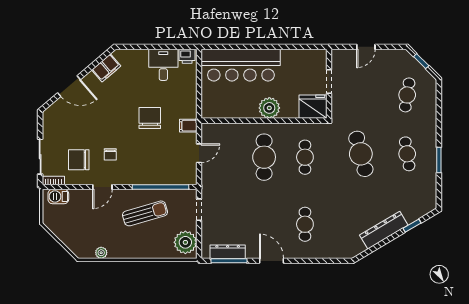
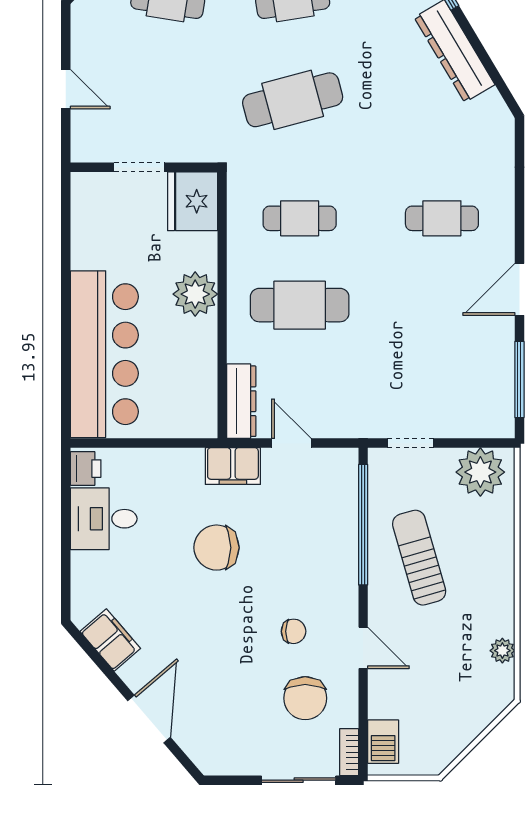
filing cabinet: (188, 126) -> (233, 466), width x2.00
dresser: (228, 252) -> (241, 401), moved, turned 180

